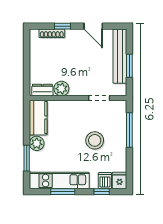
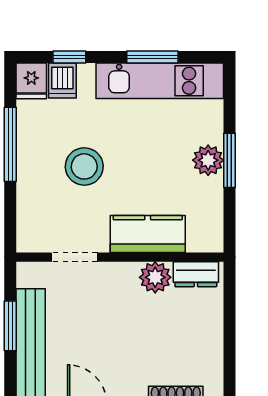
kitchen counter: (38, 118) -> (148, 234), moved, turned 90
window: (129, 130) -> (10, 144), moved
window: (27, 158) -> (229, 160), moved

